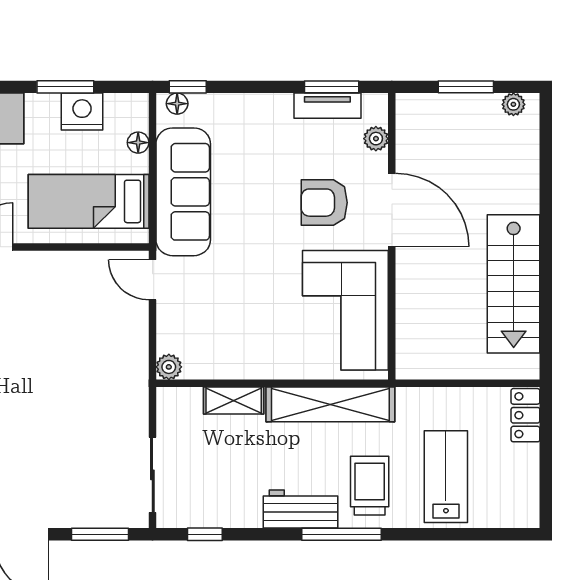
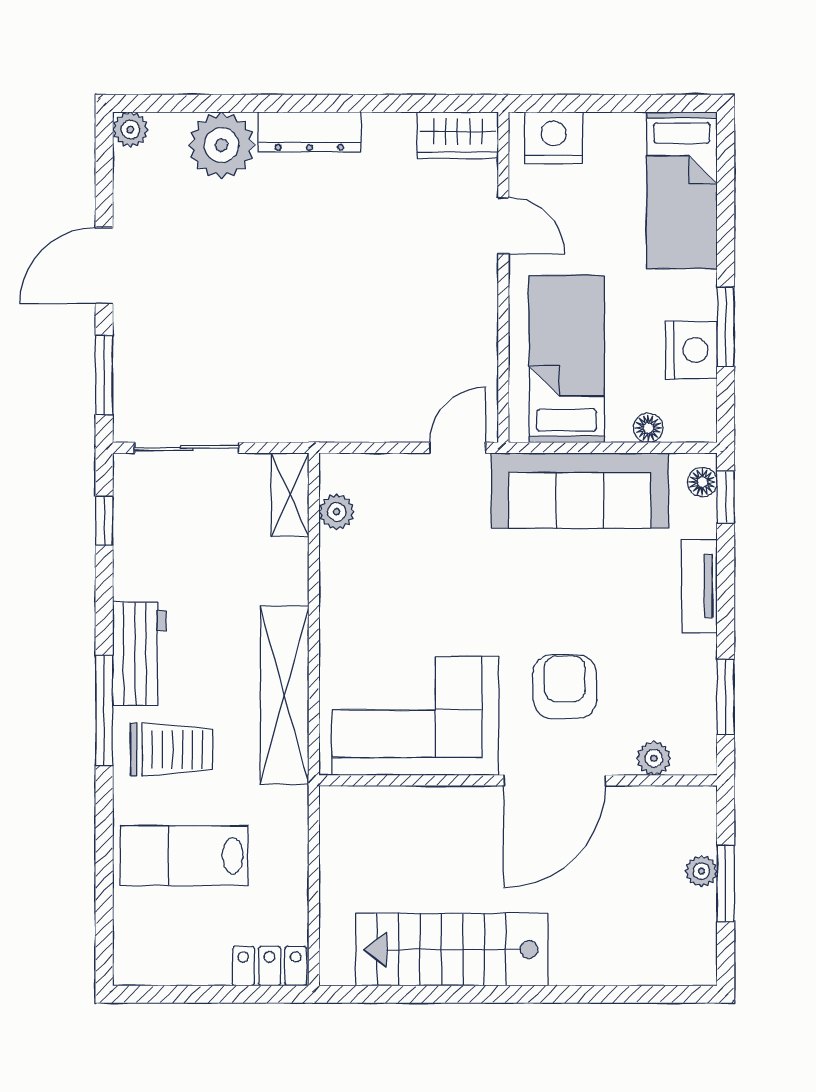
plant: (513, 104) -> (701, 871), moved
tv unit: (327, 106) -> (699, 586), moved
plant: (169, 367) -> (337, 512), moved
shelving: (234, 400) -> (290, 495), moved
lab bench: (446, 477) -> (184, 856), turned 180

